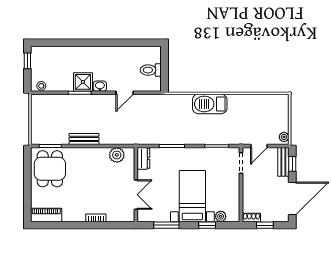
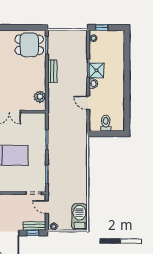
window: (27, 61) -> (102, 27), moved
barbecue: (210, 104) -> (79, 217), moved
dresser: (143, 158) -> (37, 117), removed

